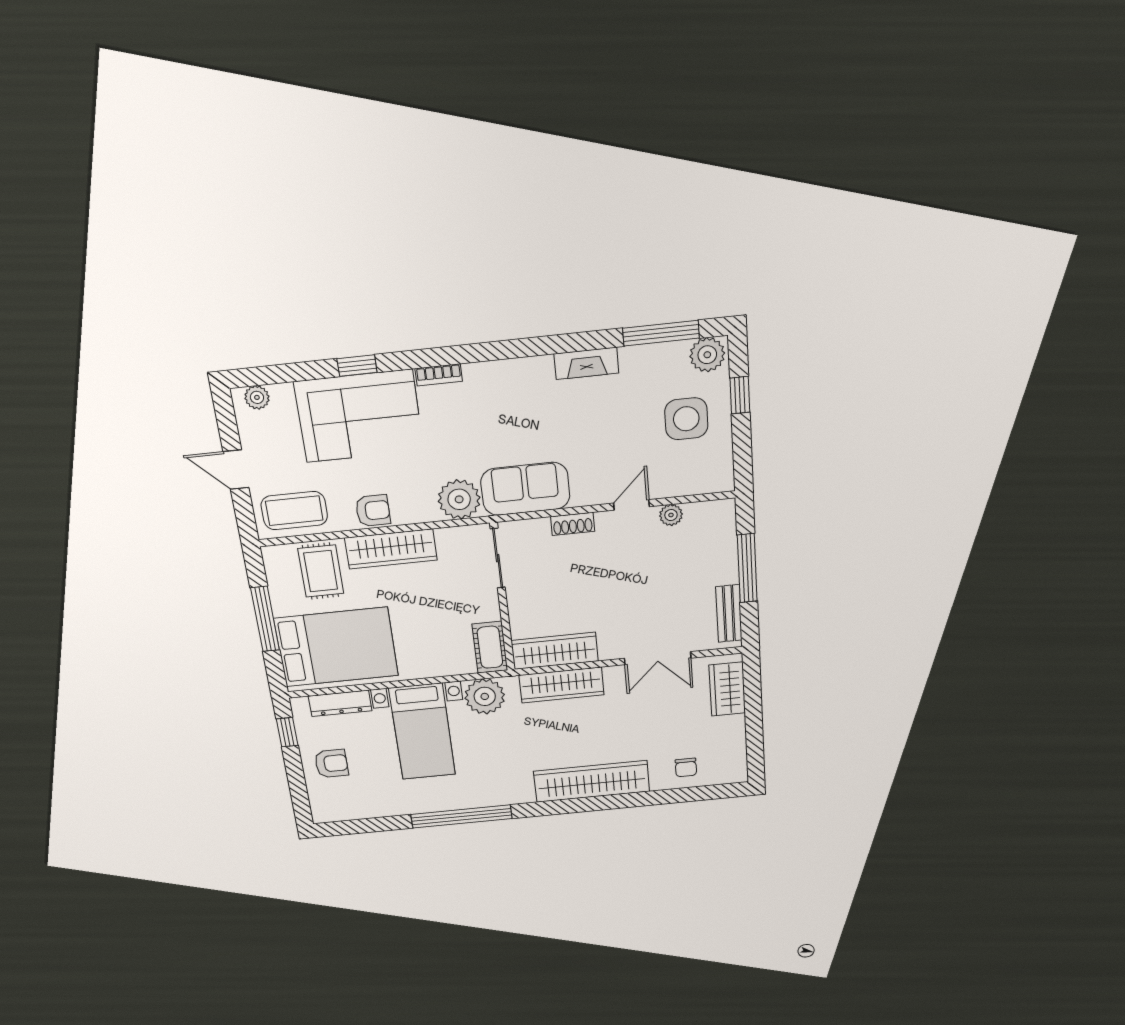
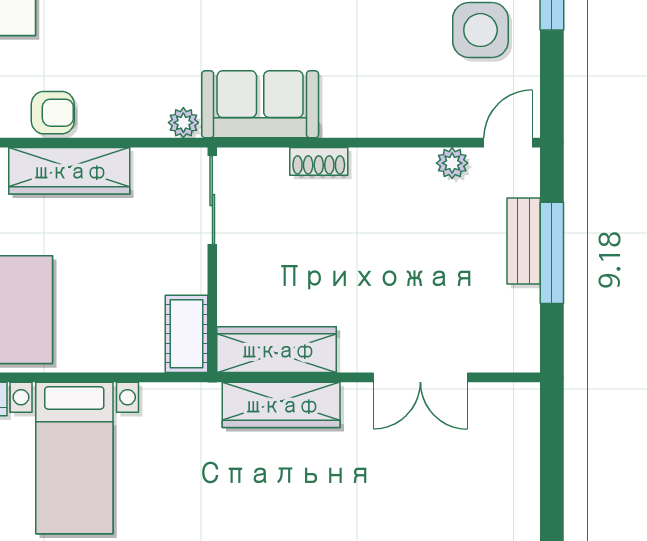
plant: (459, 499) -> (183, 123), width x0.53, depth x0.53
door: (632, 505) -> (508, 143), moved
bench: (729, 613) -> (524, 241), moved
wardrobe: (727, 689) -> (516, 438), removed
plant: (485, 696) -> (170, 411), removed

